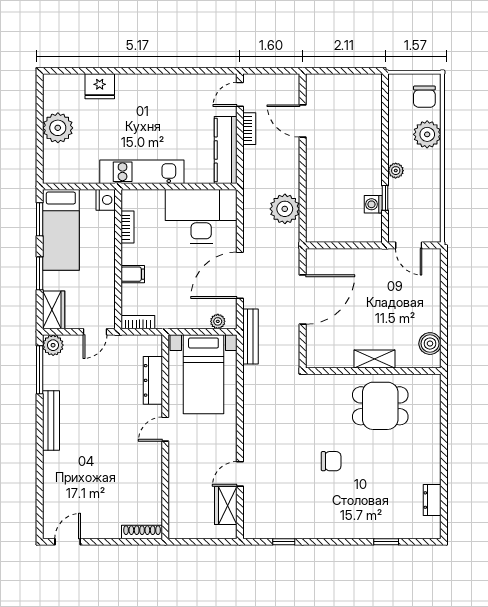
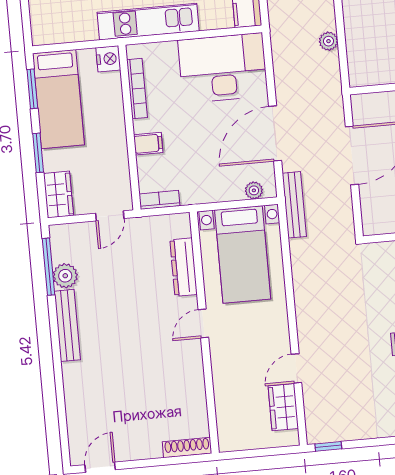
plant: (285, 209) -> (329, 41), width x0.53, depth x0.53
bookcase: (128, 227) -> (137, 89), width x1.56
plant: (53, 345) -> (65, 276), moved
window: (284, 542) -> (328, 446), moved

